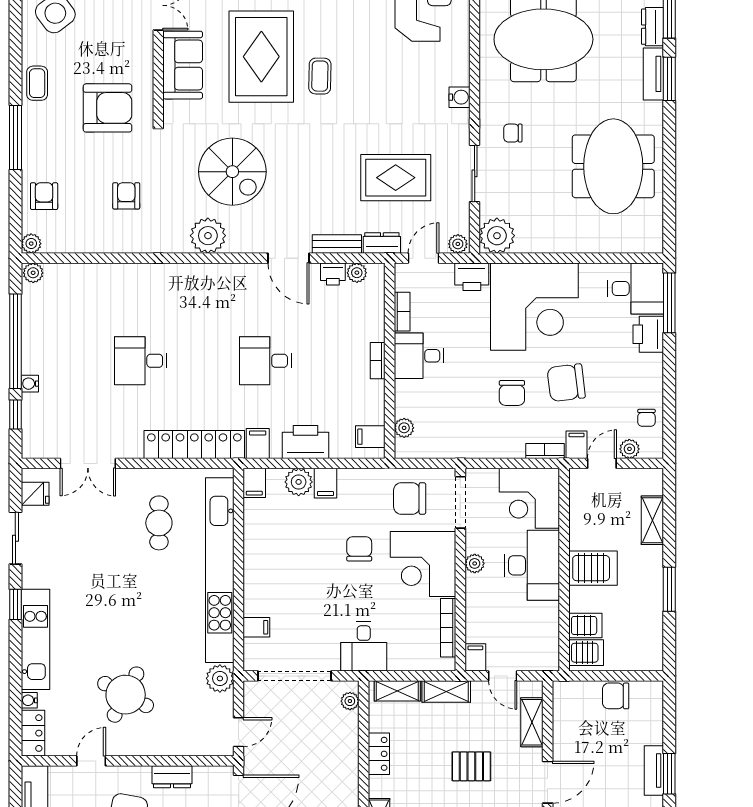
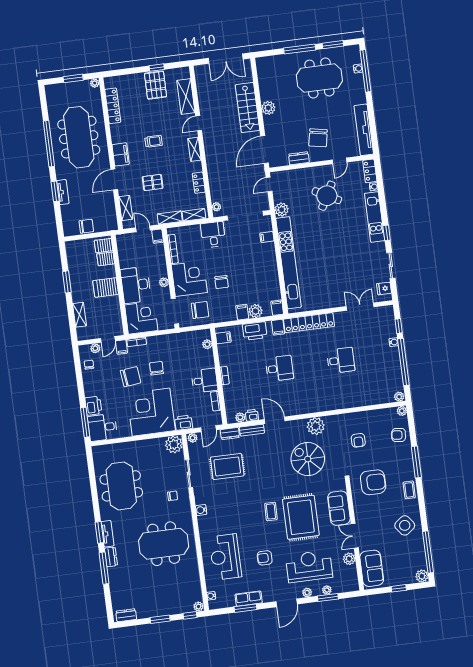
armchair: (108, 108) -> (373, 482), turned 180
armchair: (44, 196) -> (399, 435), turned 97
cafe table: (159, 523) -> (321, 282), removed

